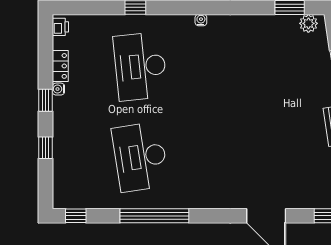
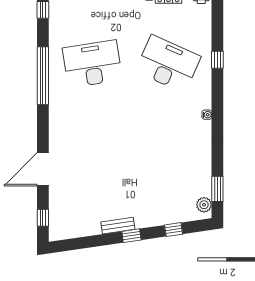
desk: (140, 66) -> (168, 64), turned 30

